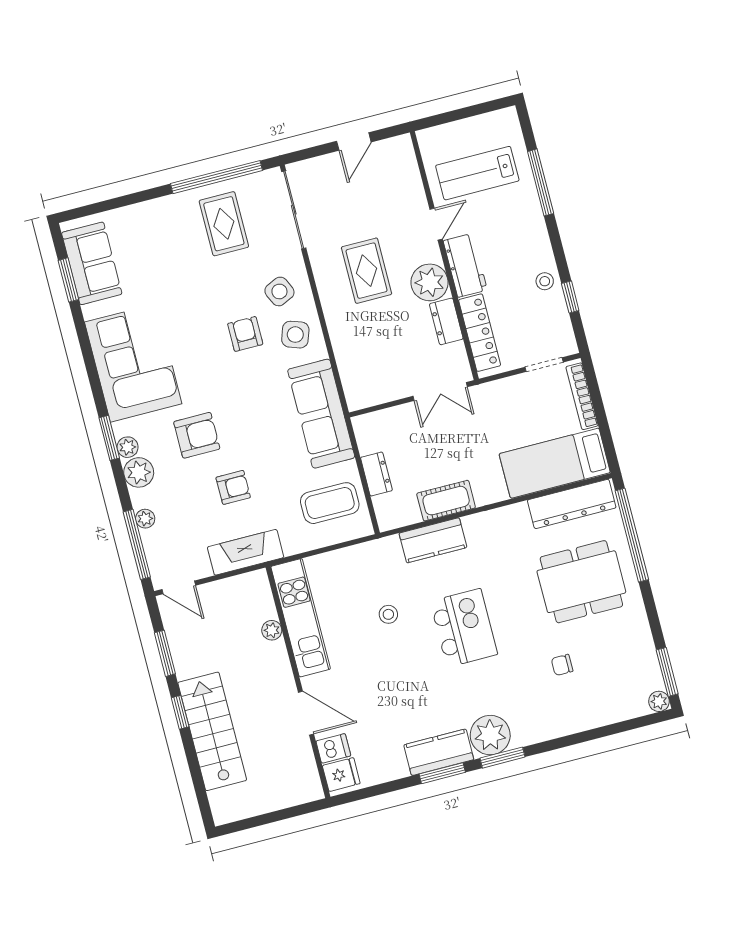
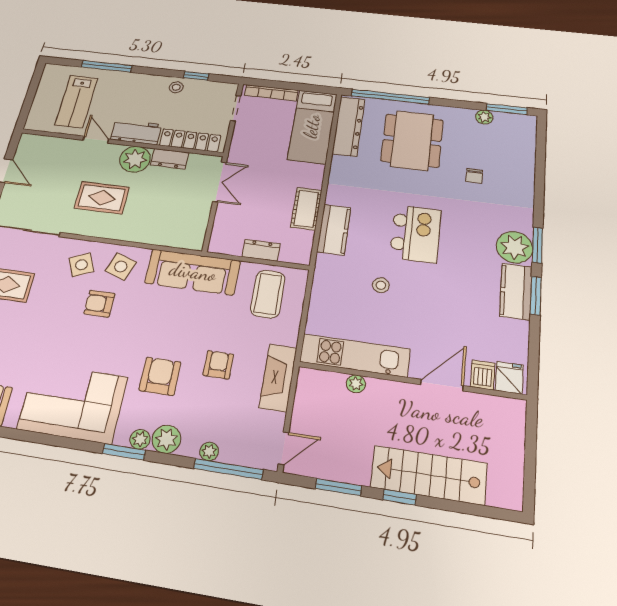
kitchen island: (464, 628) -> (416, 234), turned 90
plant: (659, 701) -> (484, 117), moved

